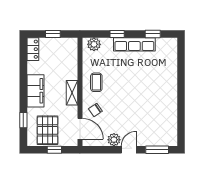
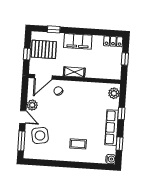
water cooler: (172, 43) -> (111, 159), added
coffee table: (96, 82) -> (78, 144), moved
side table: (149, 128) -> (40, 135), added

